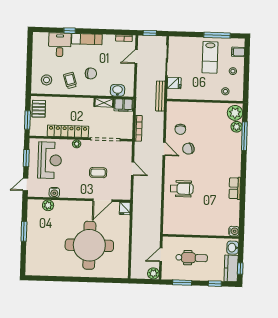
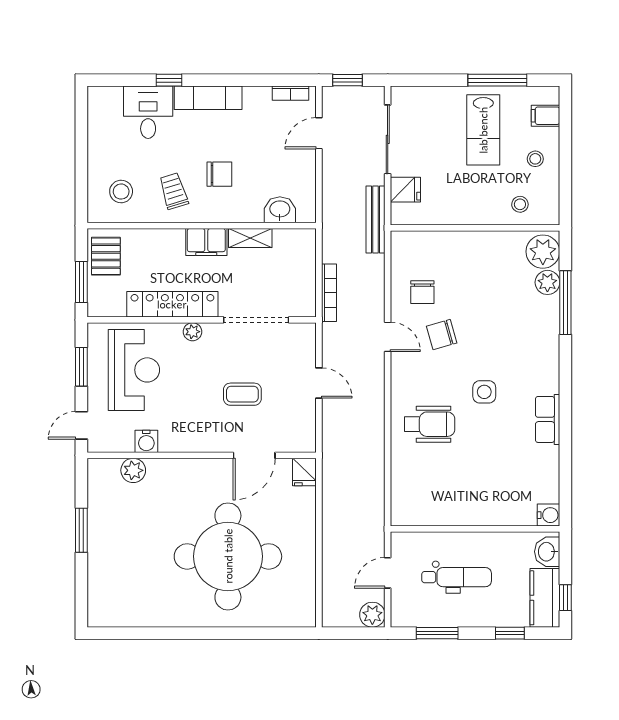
filing cabinet: (123, 105) -> (206, 242), moved
side table: (207, 175) -> (484, 392), added

